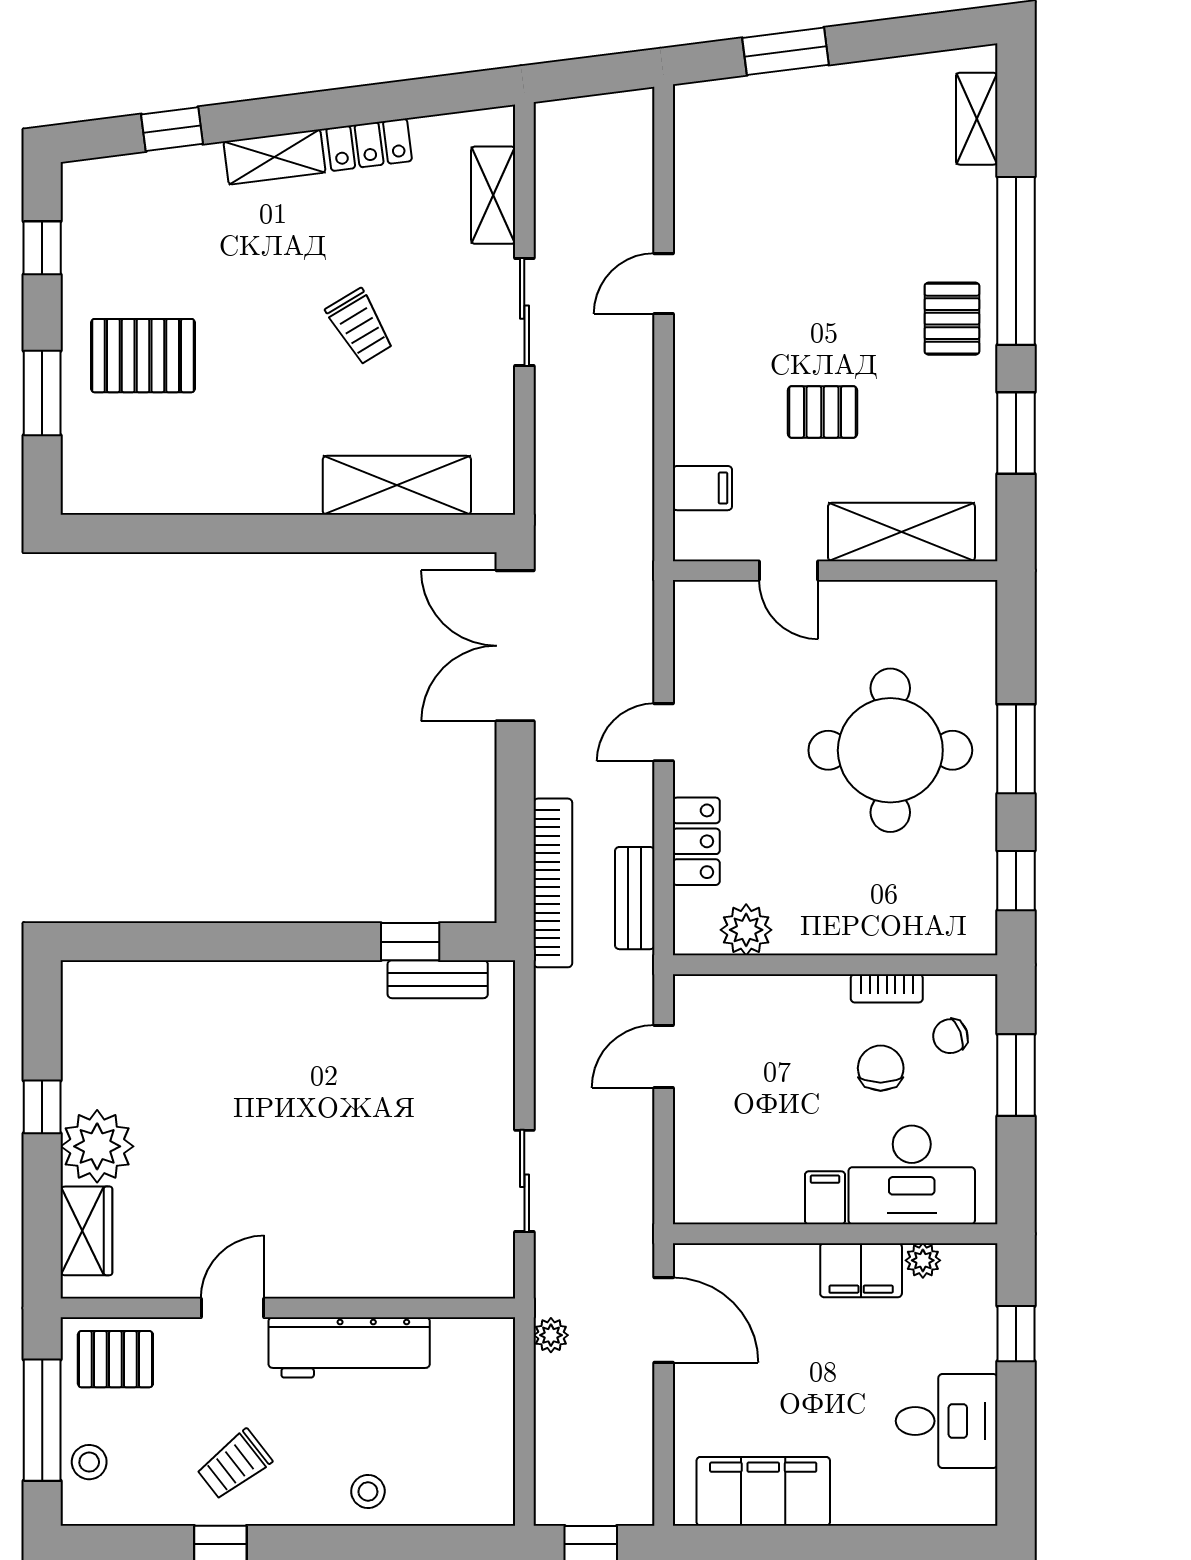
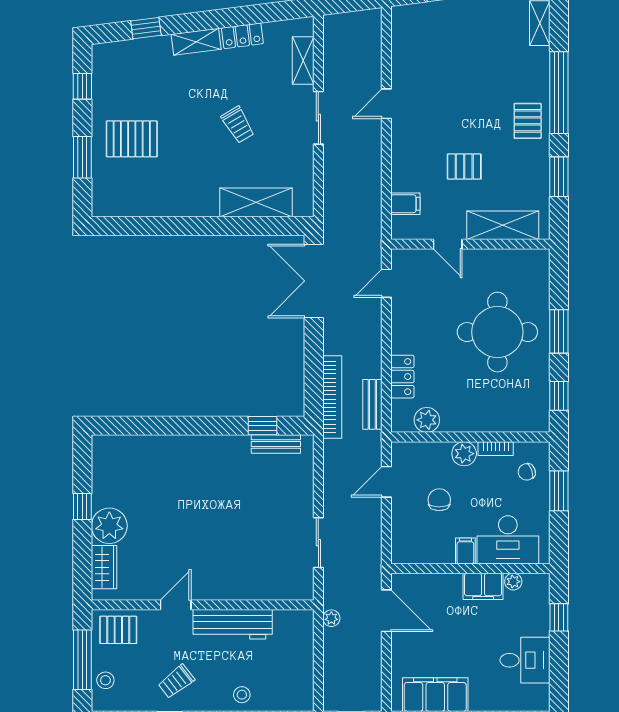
door: (664, 732) -> (386, 283), moved
plant: (822, 999) -> (464, 454), added
chair: (881, 1068) -> (439, 500), moved

